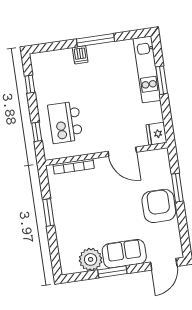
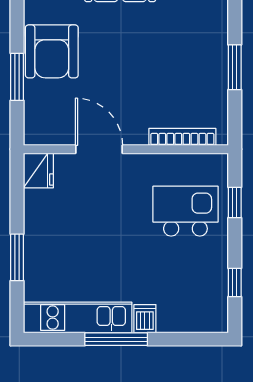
kitchen unit: (147, 69) -> (78, 318), moved, turned -90
kitchen island: (65, 122) -> (185, 211), turned -90

